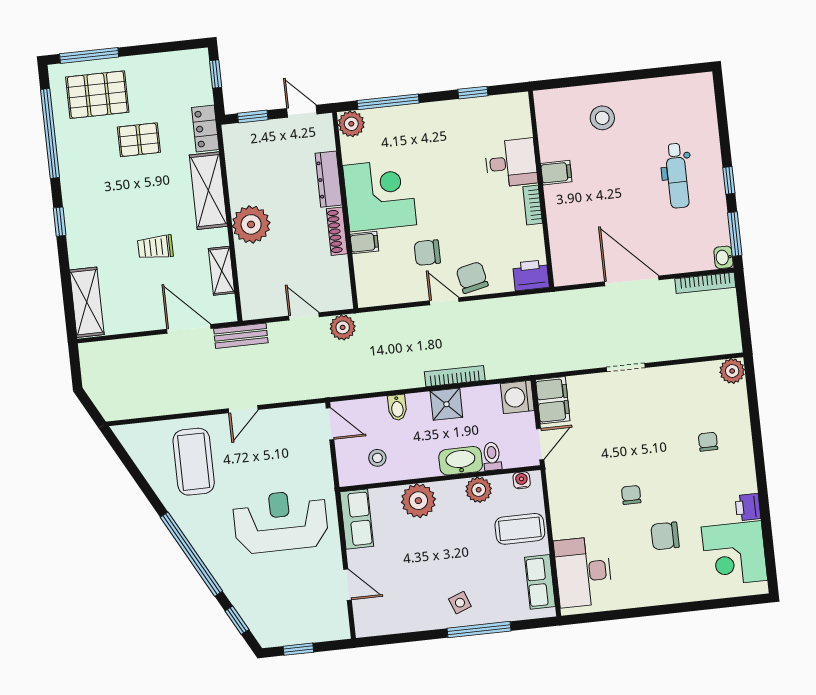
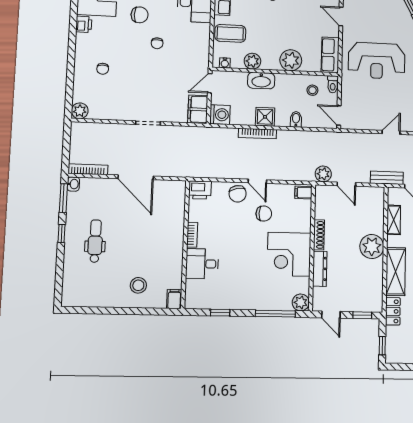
filing cabinet: (556, 173) -> (174, 299), moved, turned 90
filing cabinet: (364, 243) -> (303, 193), moved
toilet: (492, 456) -> (333, 84), moved

